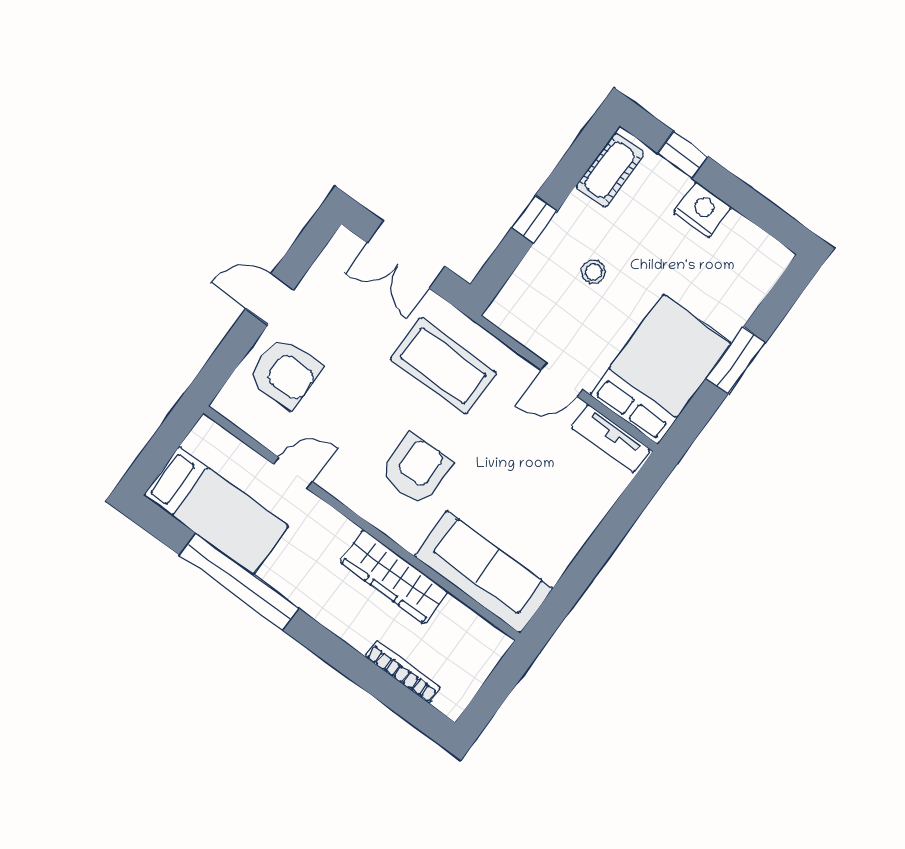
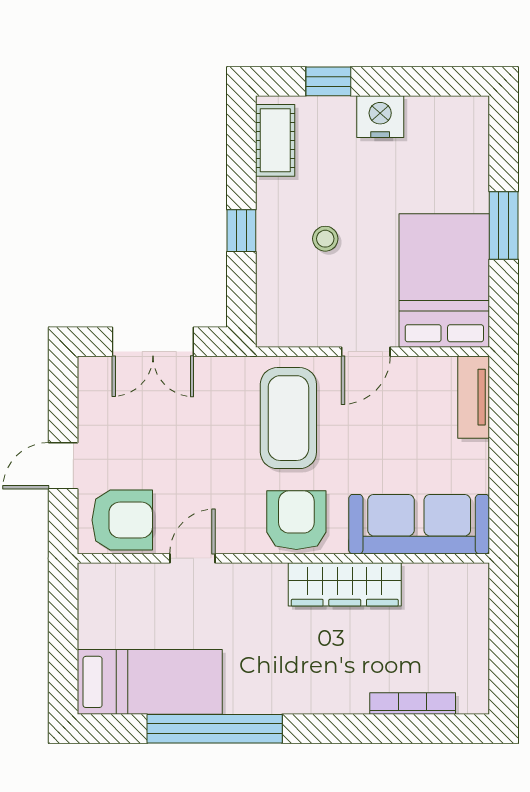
coffee table: (443, 366) -> (288, 418), moved, turned 90
tv unit: (611, 439) -> (474, 397), moved, turned 90
door: (293, 473) -> (192, 558), moved
wall: (362, 523) -> (283, 558), moved
sofa: (483, 572) -> (419, 524), moved
wardrobe: (394, 577) -> (345, 584), moved

